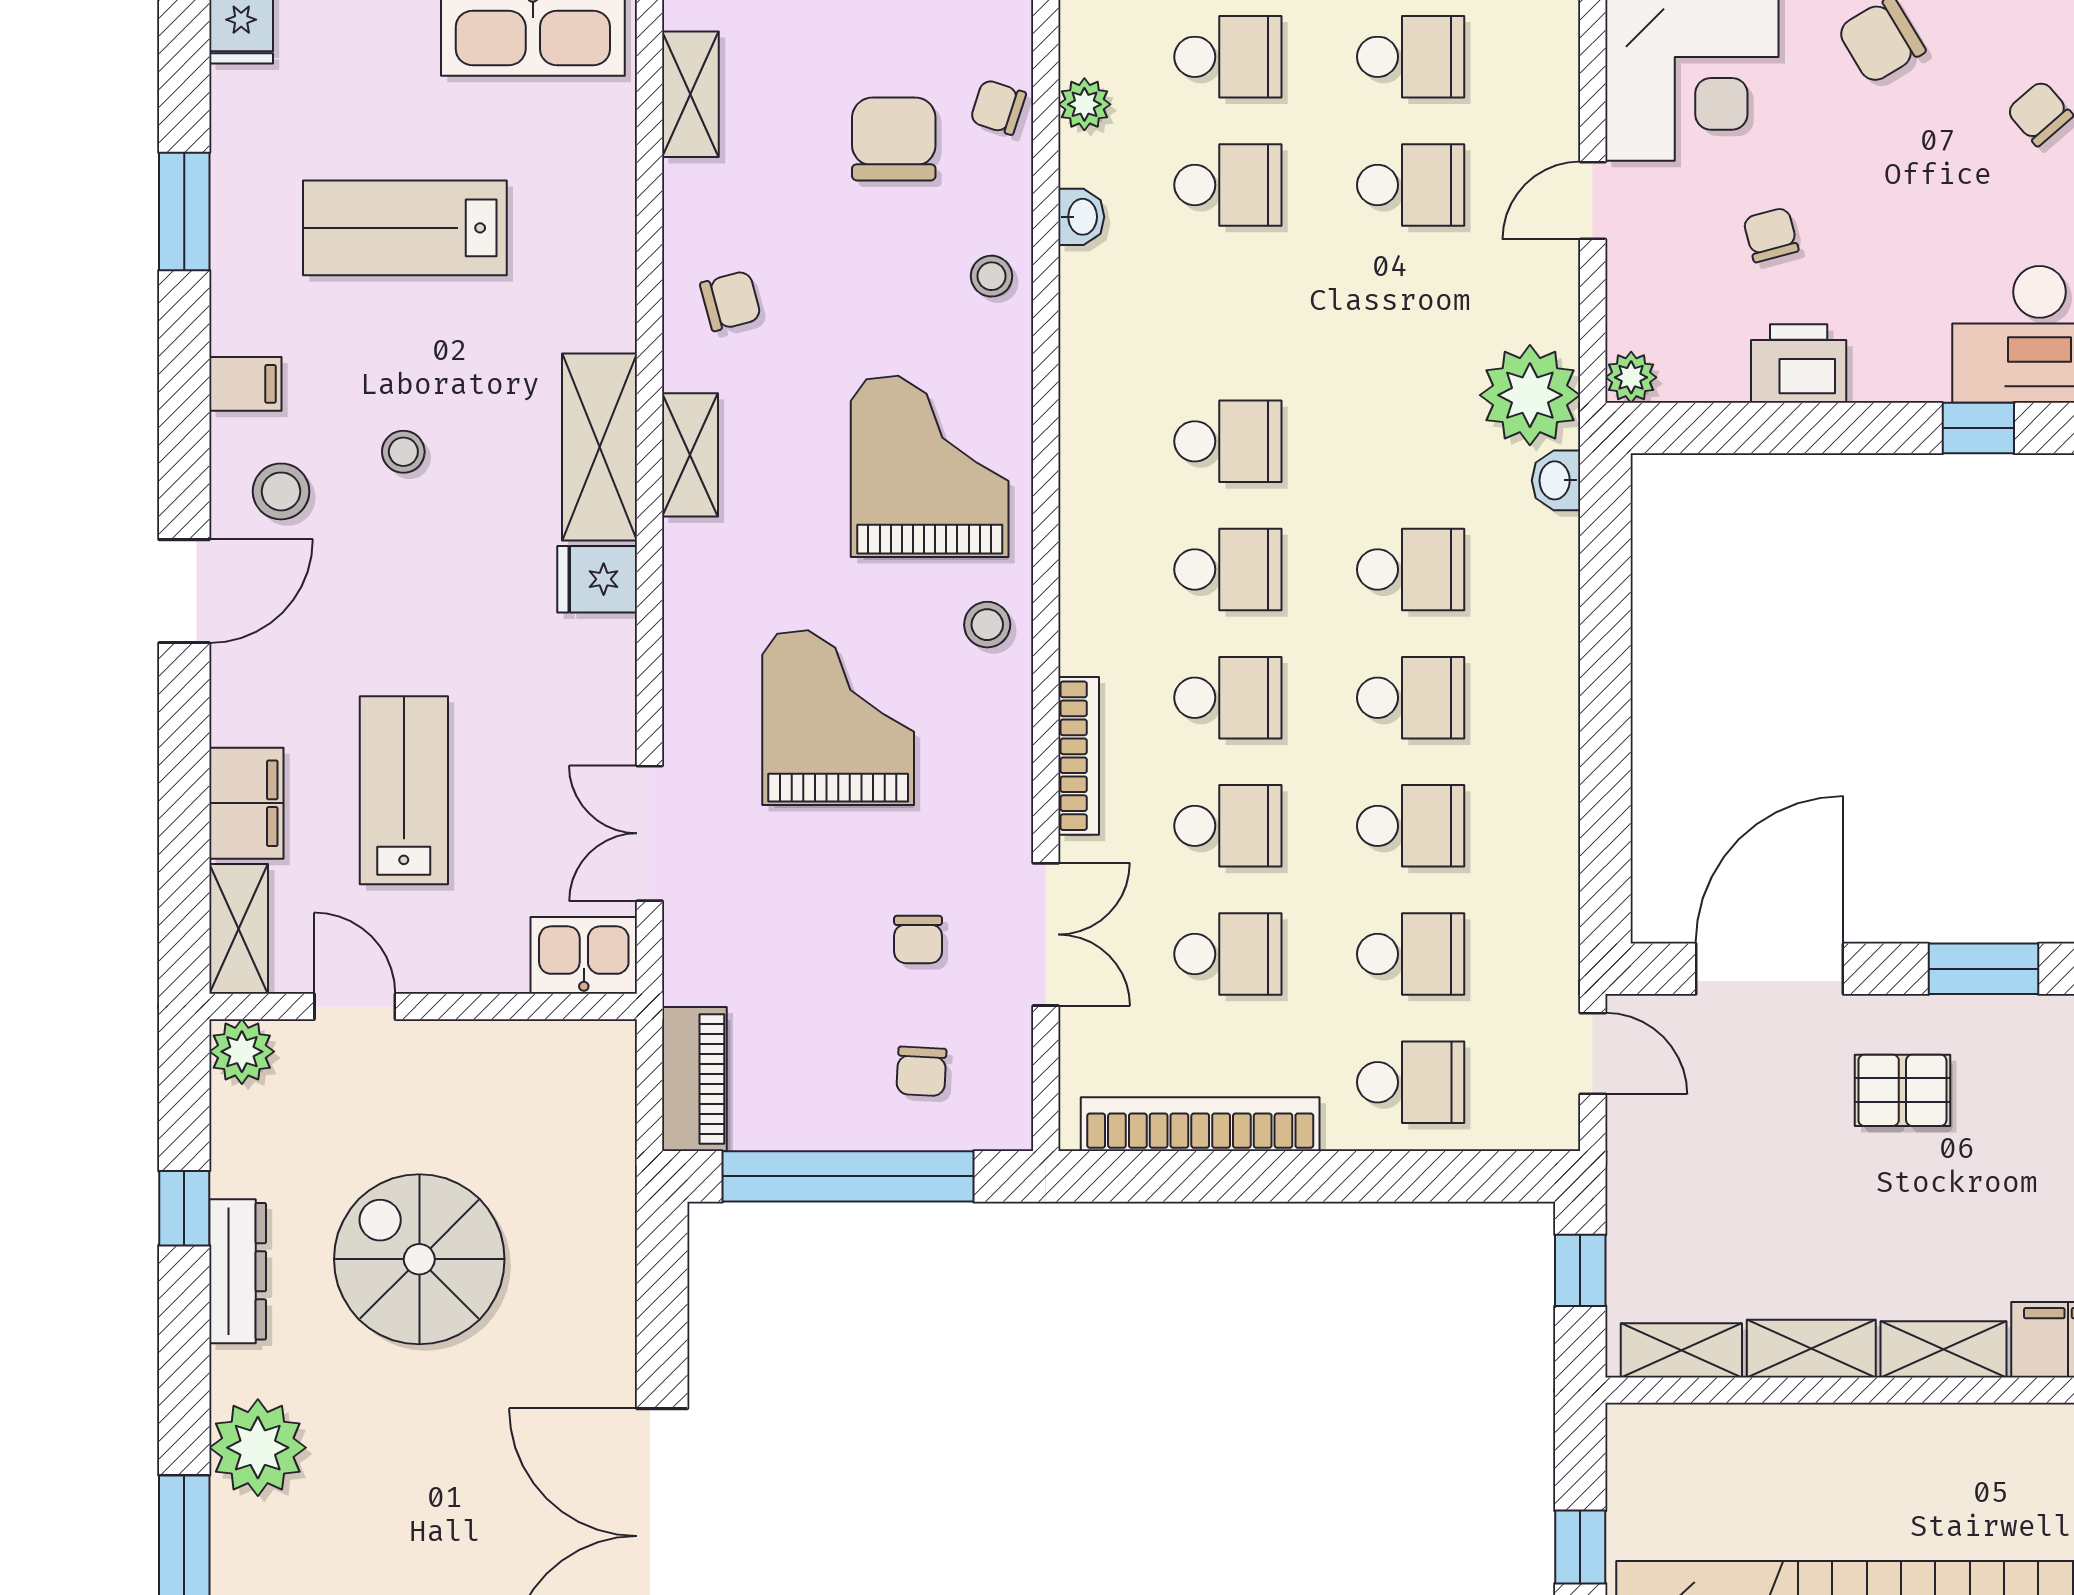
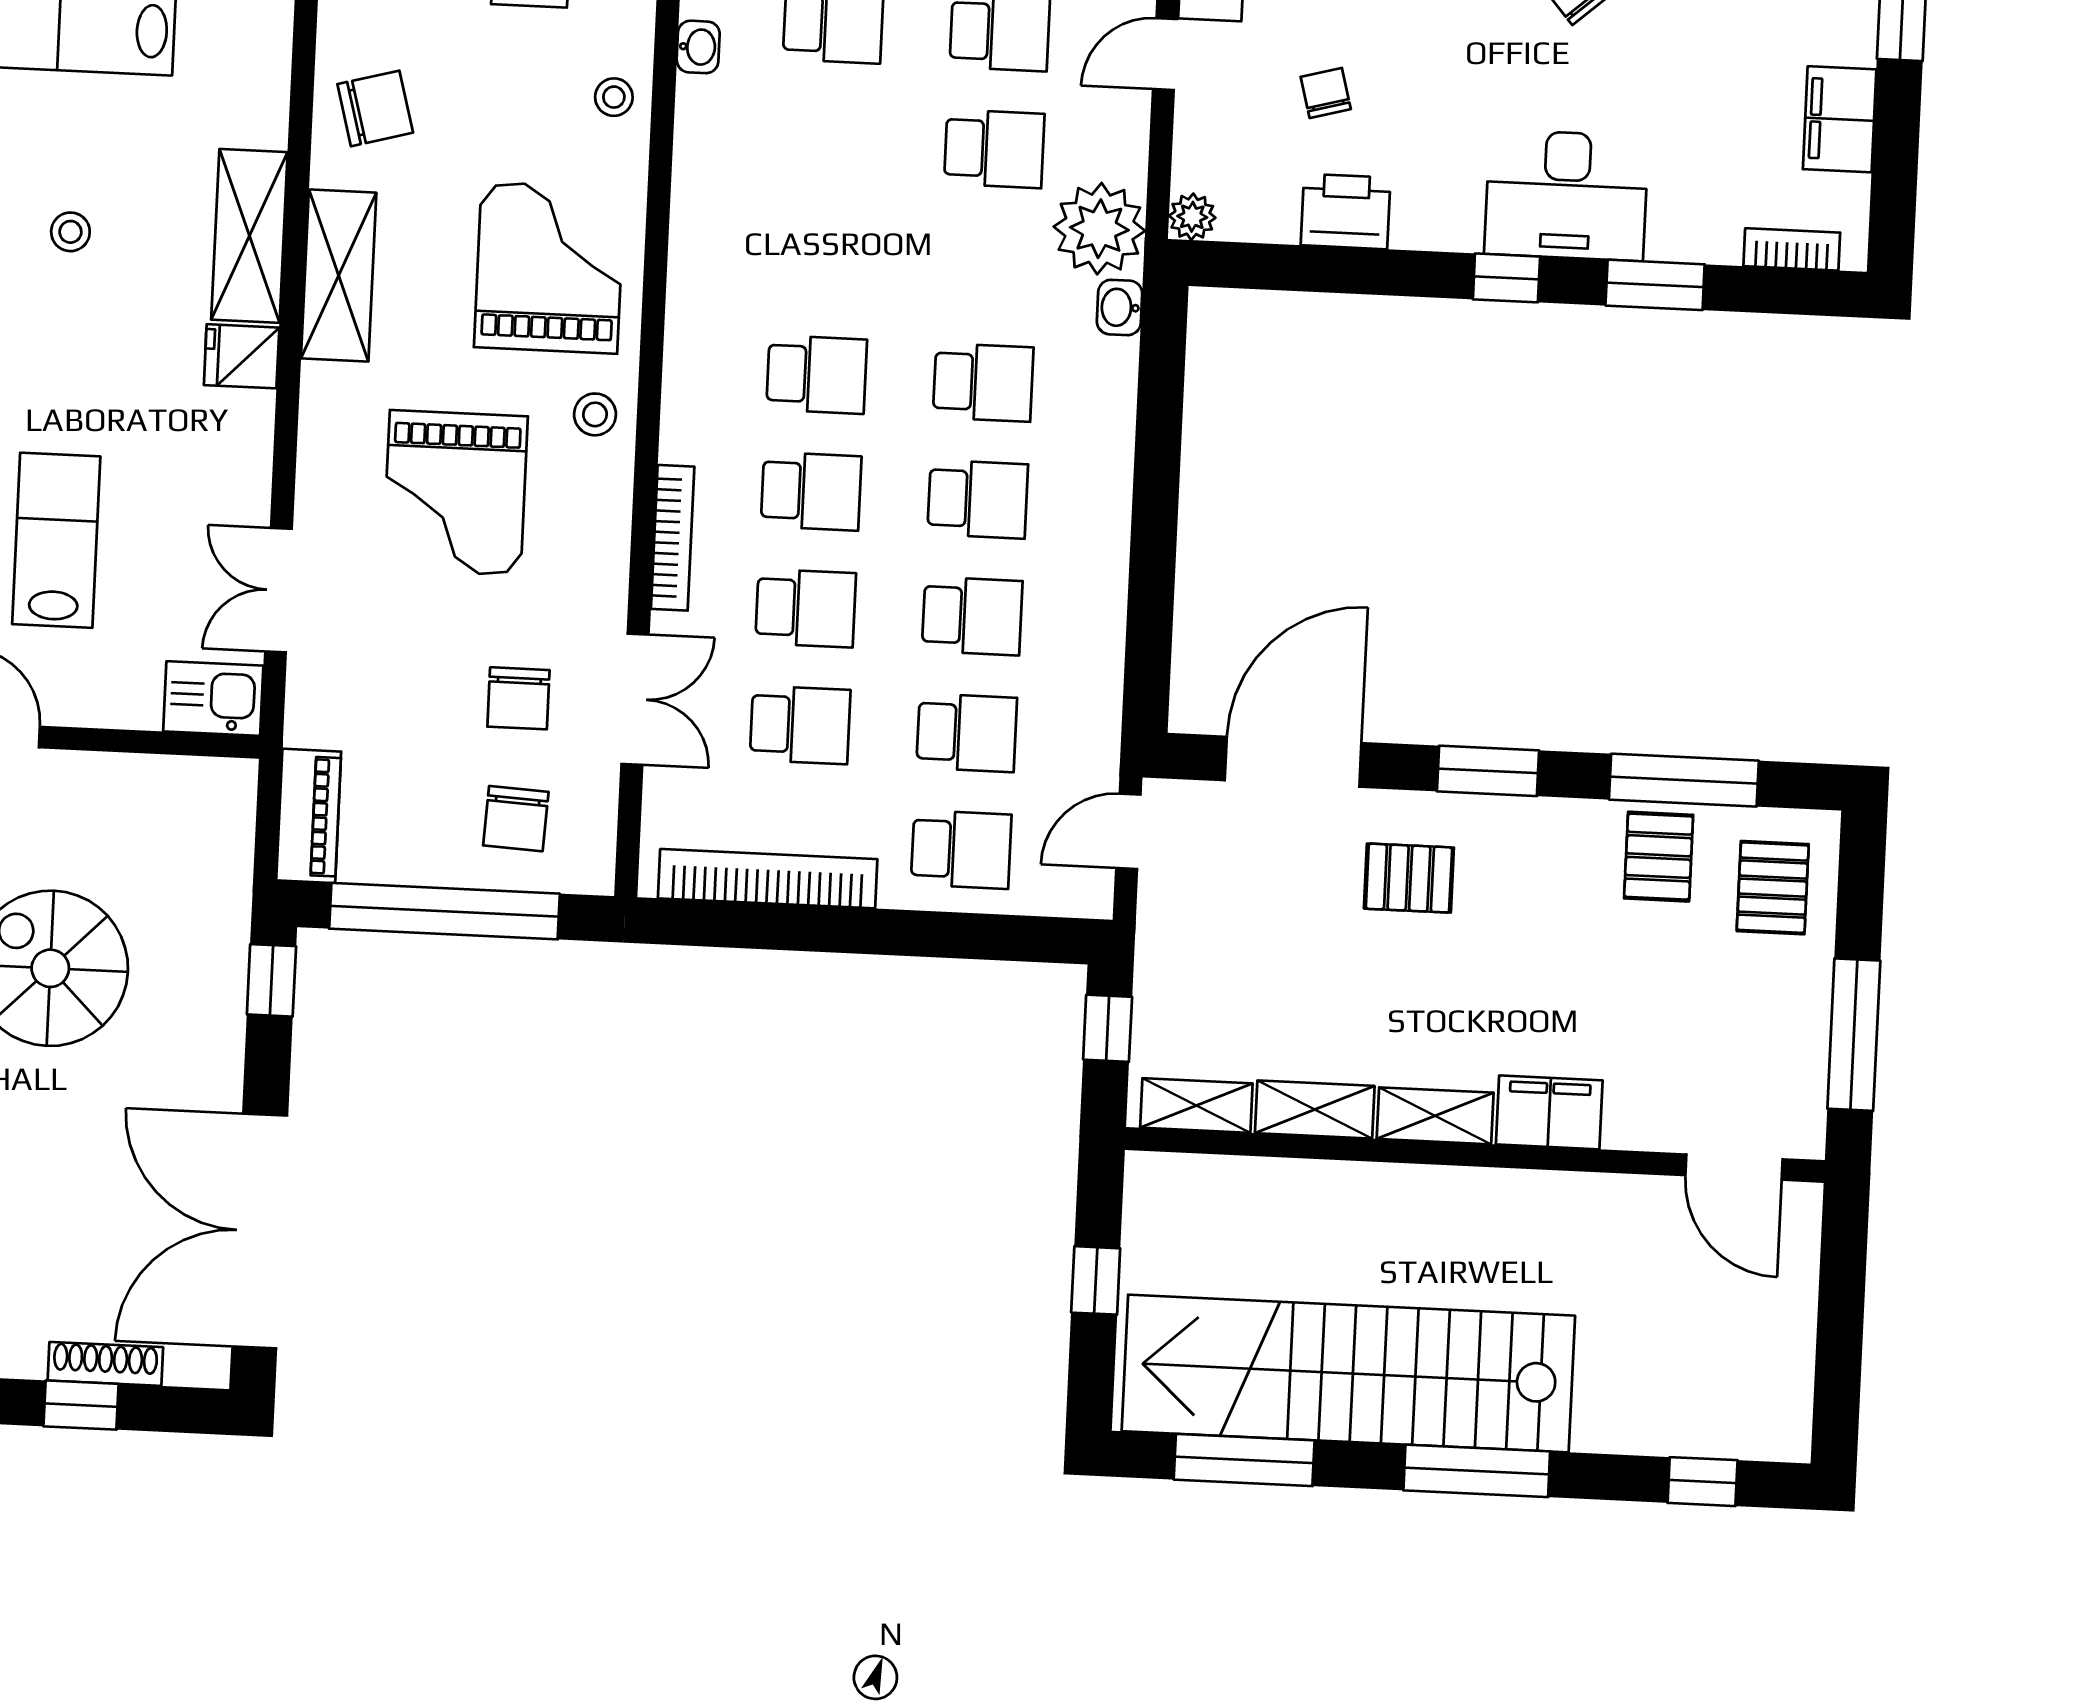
chair: (731, 301) -> (375, 108), width x1.37, depth x1.37
school desk: (1228, 441) -> (994, 149), moved
shelving: (690, 455) -> (339, 276), width x1.50, depth x1.33
grand piano: (838, 718) -> (455, 493), turned 180
chair: (918, 939) -> (518, 698), width x1.37, depth x1.37
door: (1593, 1054) -> (1128, 831), swing flipped
chair: (921, 1071) -> (516, 819), width x1.37, depth x1.37
window: (662, 1261) -> (271, 980), added

